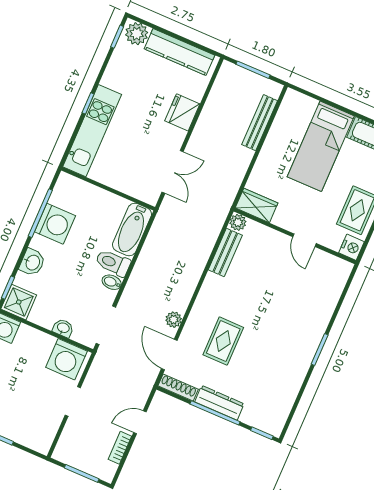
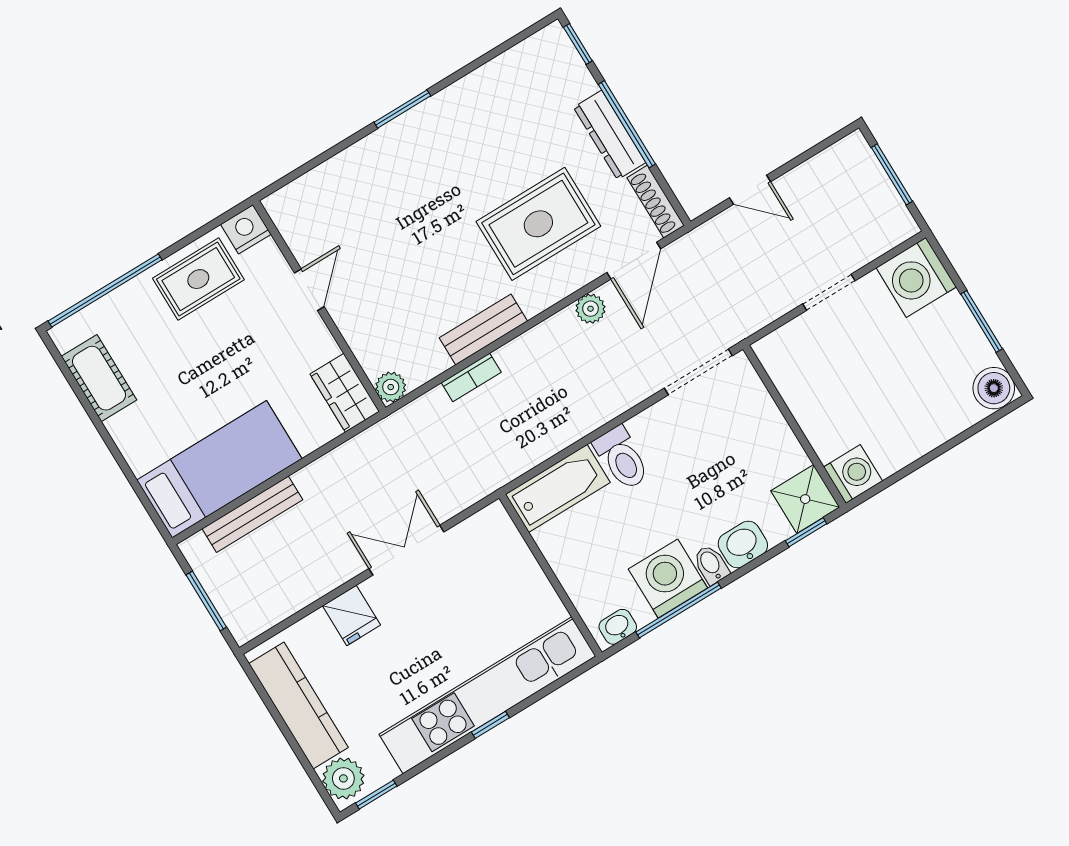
fridge: (182, 112) -> (352, 615), width x0.72
kitchen unit: (92, 131) -> (487, 695), width x1.36
bed: (321, 146) -> (219, 469), moved
double door: (173, 172) -> (406, 550), moved
bench: (225, 252) -> (483, 330), moved
bidet: (112, 282) -> (711, 565), moved, turned 180
washbasin: (63, 328) -> (618, 627), moved, turned 90
rug: (223, 341) -> (538, 224), width x1.36, depth x1.43
washing machine: (66, 359) -> (916, 277), moved, turned 180
bookcase: (120, 448) -> (471, 377), moved

